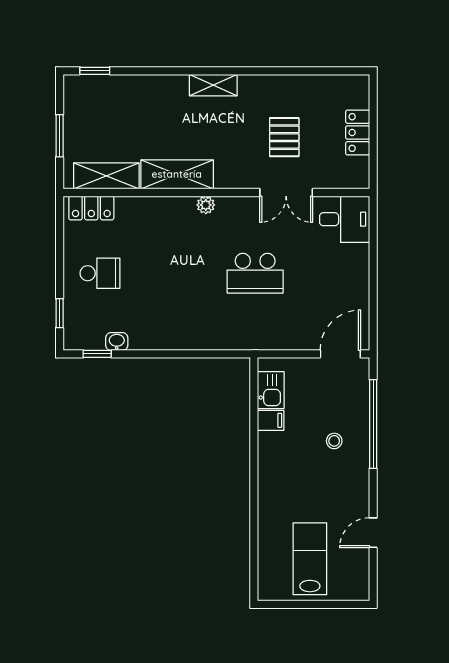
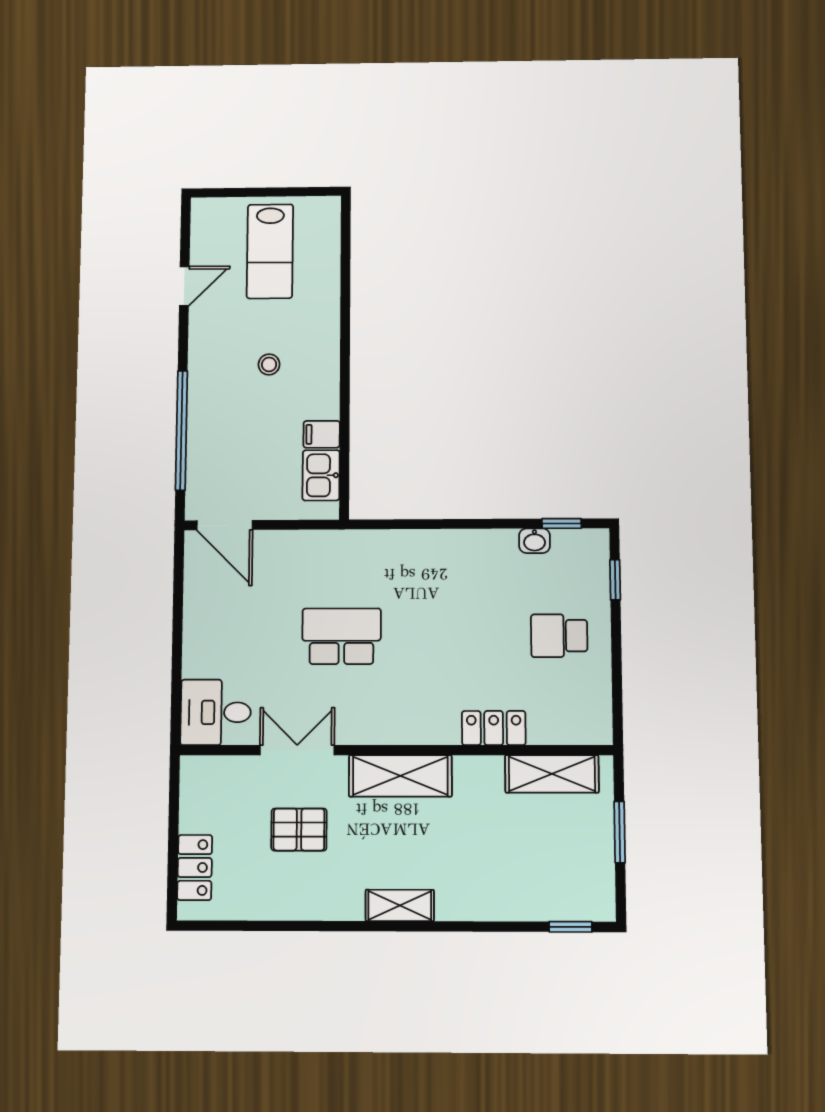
locker: (358, 133) -> (195, 867), moved
pallet: (284, 137) -> (299, 830), turned 90
shelving: (177, 174) -> (400, 776), moved
plant: (206, 205) -> (411, 732), removed
locker: (91, 208) -> (494, 728), moved
door: (340, 354) -> (225, 525), hinge flipped
stool: (334, 441) -> (269, 364), moved

